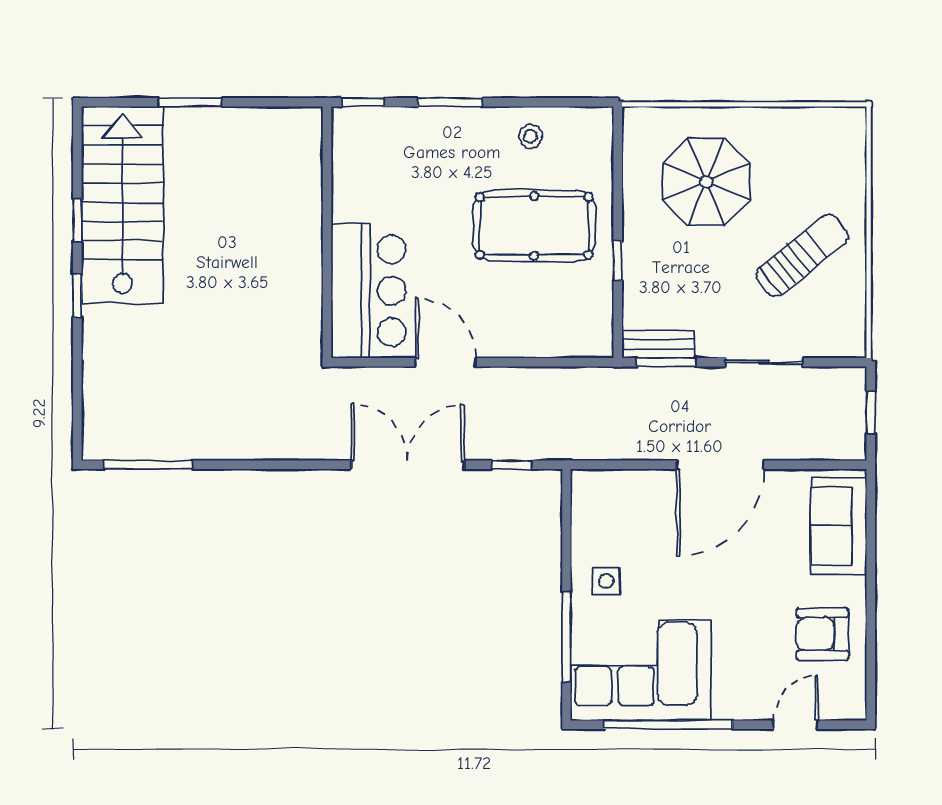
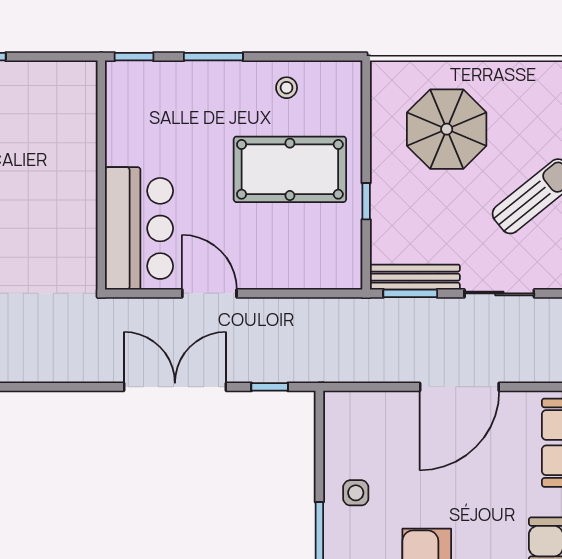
bench: (658, 344) -> (415, 277), width x1.36

